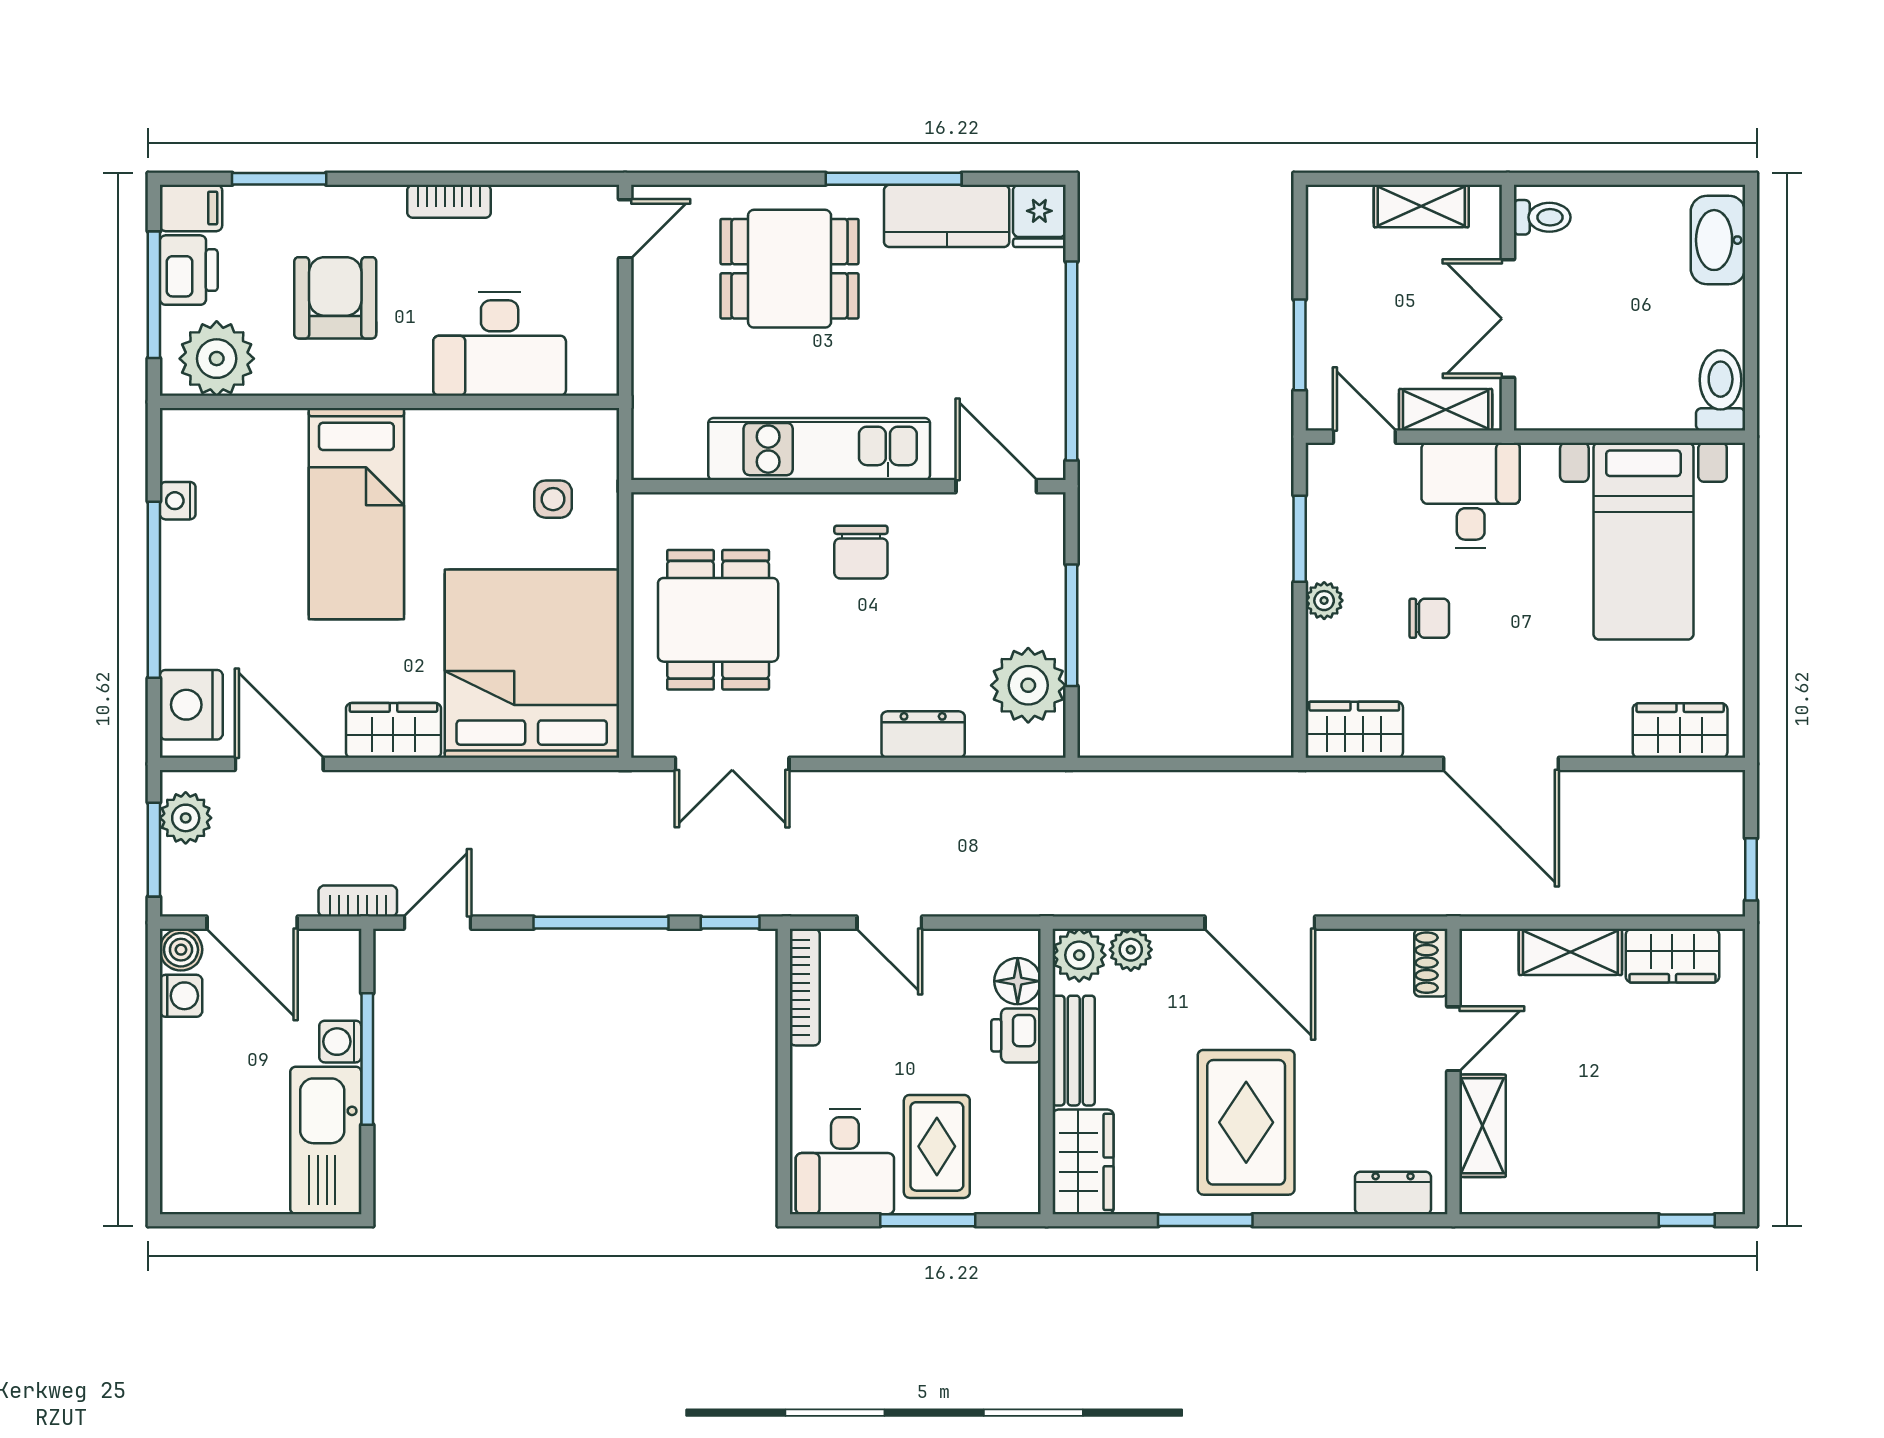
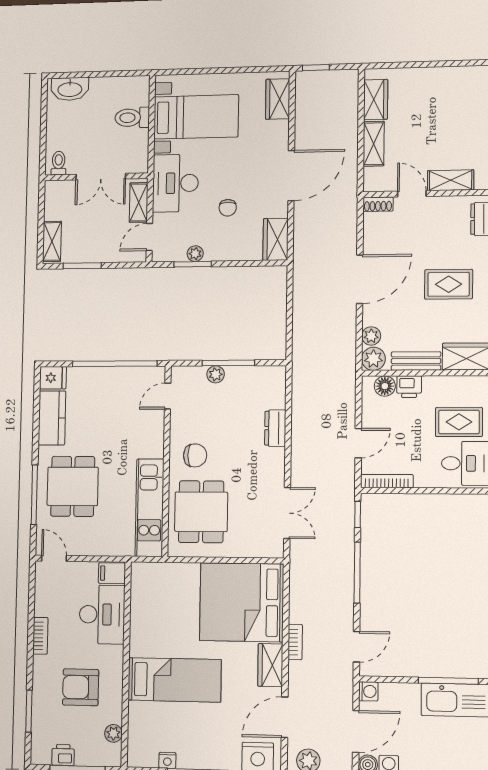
window: (894, 179) -> (34, 495), moved
shelving: (1421, 206) -> (52, 241), moved
filing cabinet: (191, 208) -> (112, 573), moved, turned -90
printer: (189, 270) -> (63, 755), width x0.73, depth x0.81
window: (1300, 345) -> (82, 266), moved
plant: (217, 359) -> (113, 733), width x0.53, depth x0.53
toilet: (1721, 390) -> (132, 118), moved
kitchen unit: (819, 449) -> (150, 508), moved
door: (996, 486) -> (168, 396), width x0.73
desk: (1471, 495) -> (175, 183), width x1.37
side table: (553, 499) -> (170, 592), removed
plant: (1324, 601) -> (195, 254), moved
chair: (1429, 618) -> (228, 208), turned 180
dining table: (718, 620) -> (201, 512), moved, turned 90
plant: (1028, 685) -> (216, 374), moved, width x0.53, depth x0.53
window: (1751, 869) -> (316, 68), moved
bookcase: (358, 901) -> (295, 642), moved, turned 180
door: (437, 923) -> (357, 647), swing flipped
washing machine: (340, 1042) -> (368, 691), moved, turned -90
window: (367, 1059) -> (448, 681), moved
rug: (1246, 1122) -> (449, 284), width x0.73, depth x0.70

